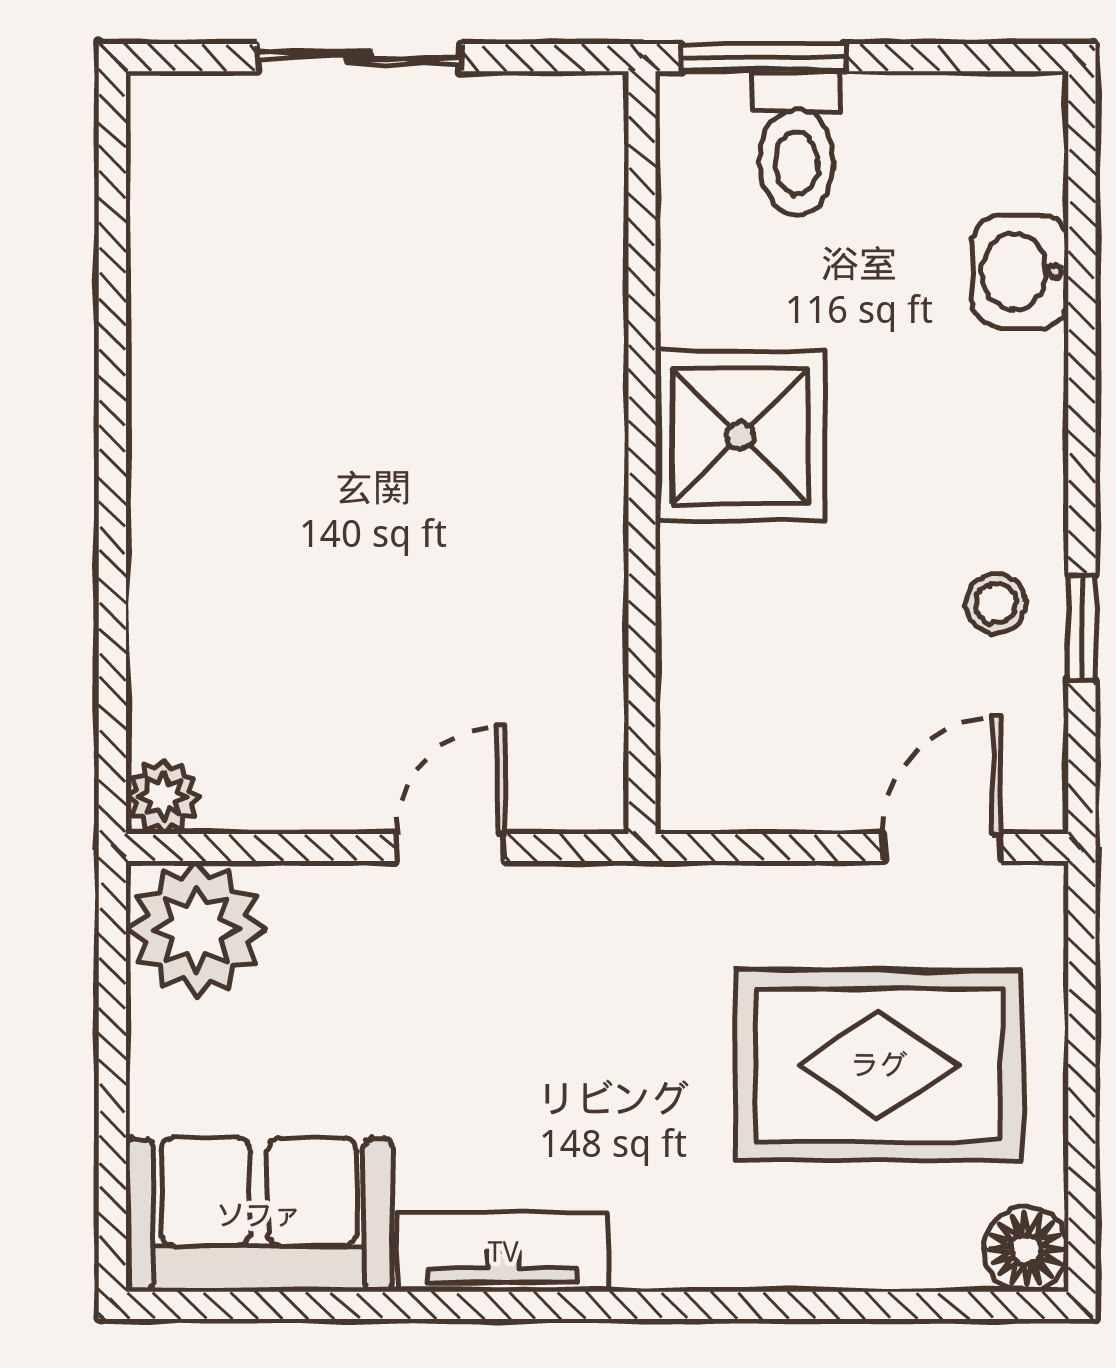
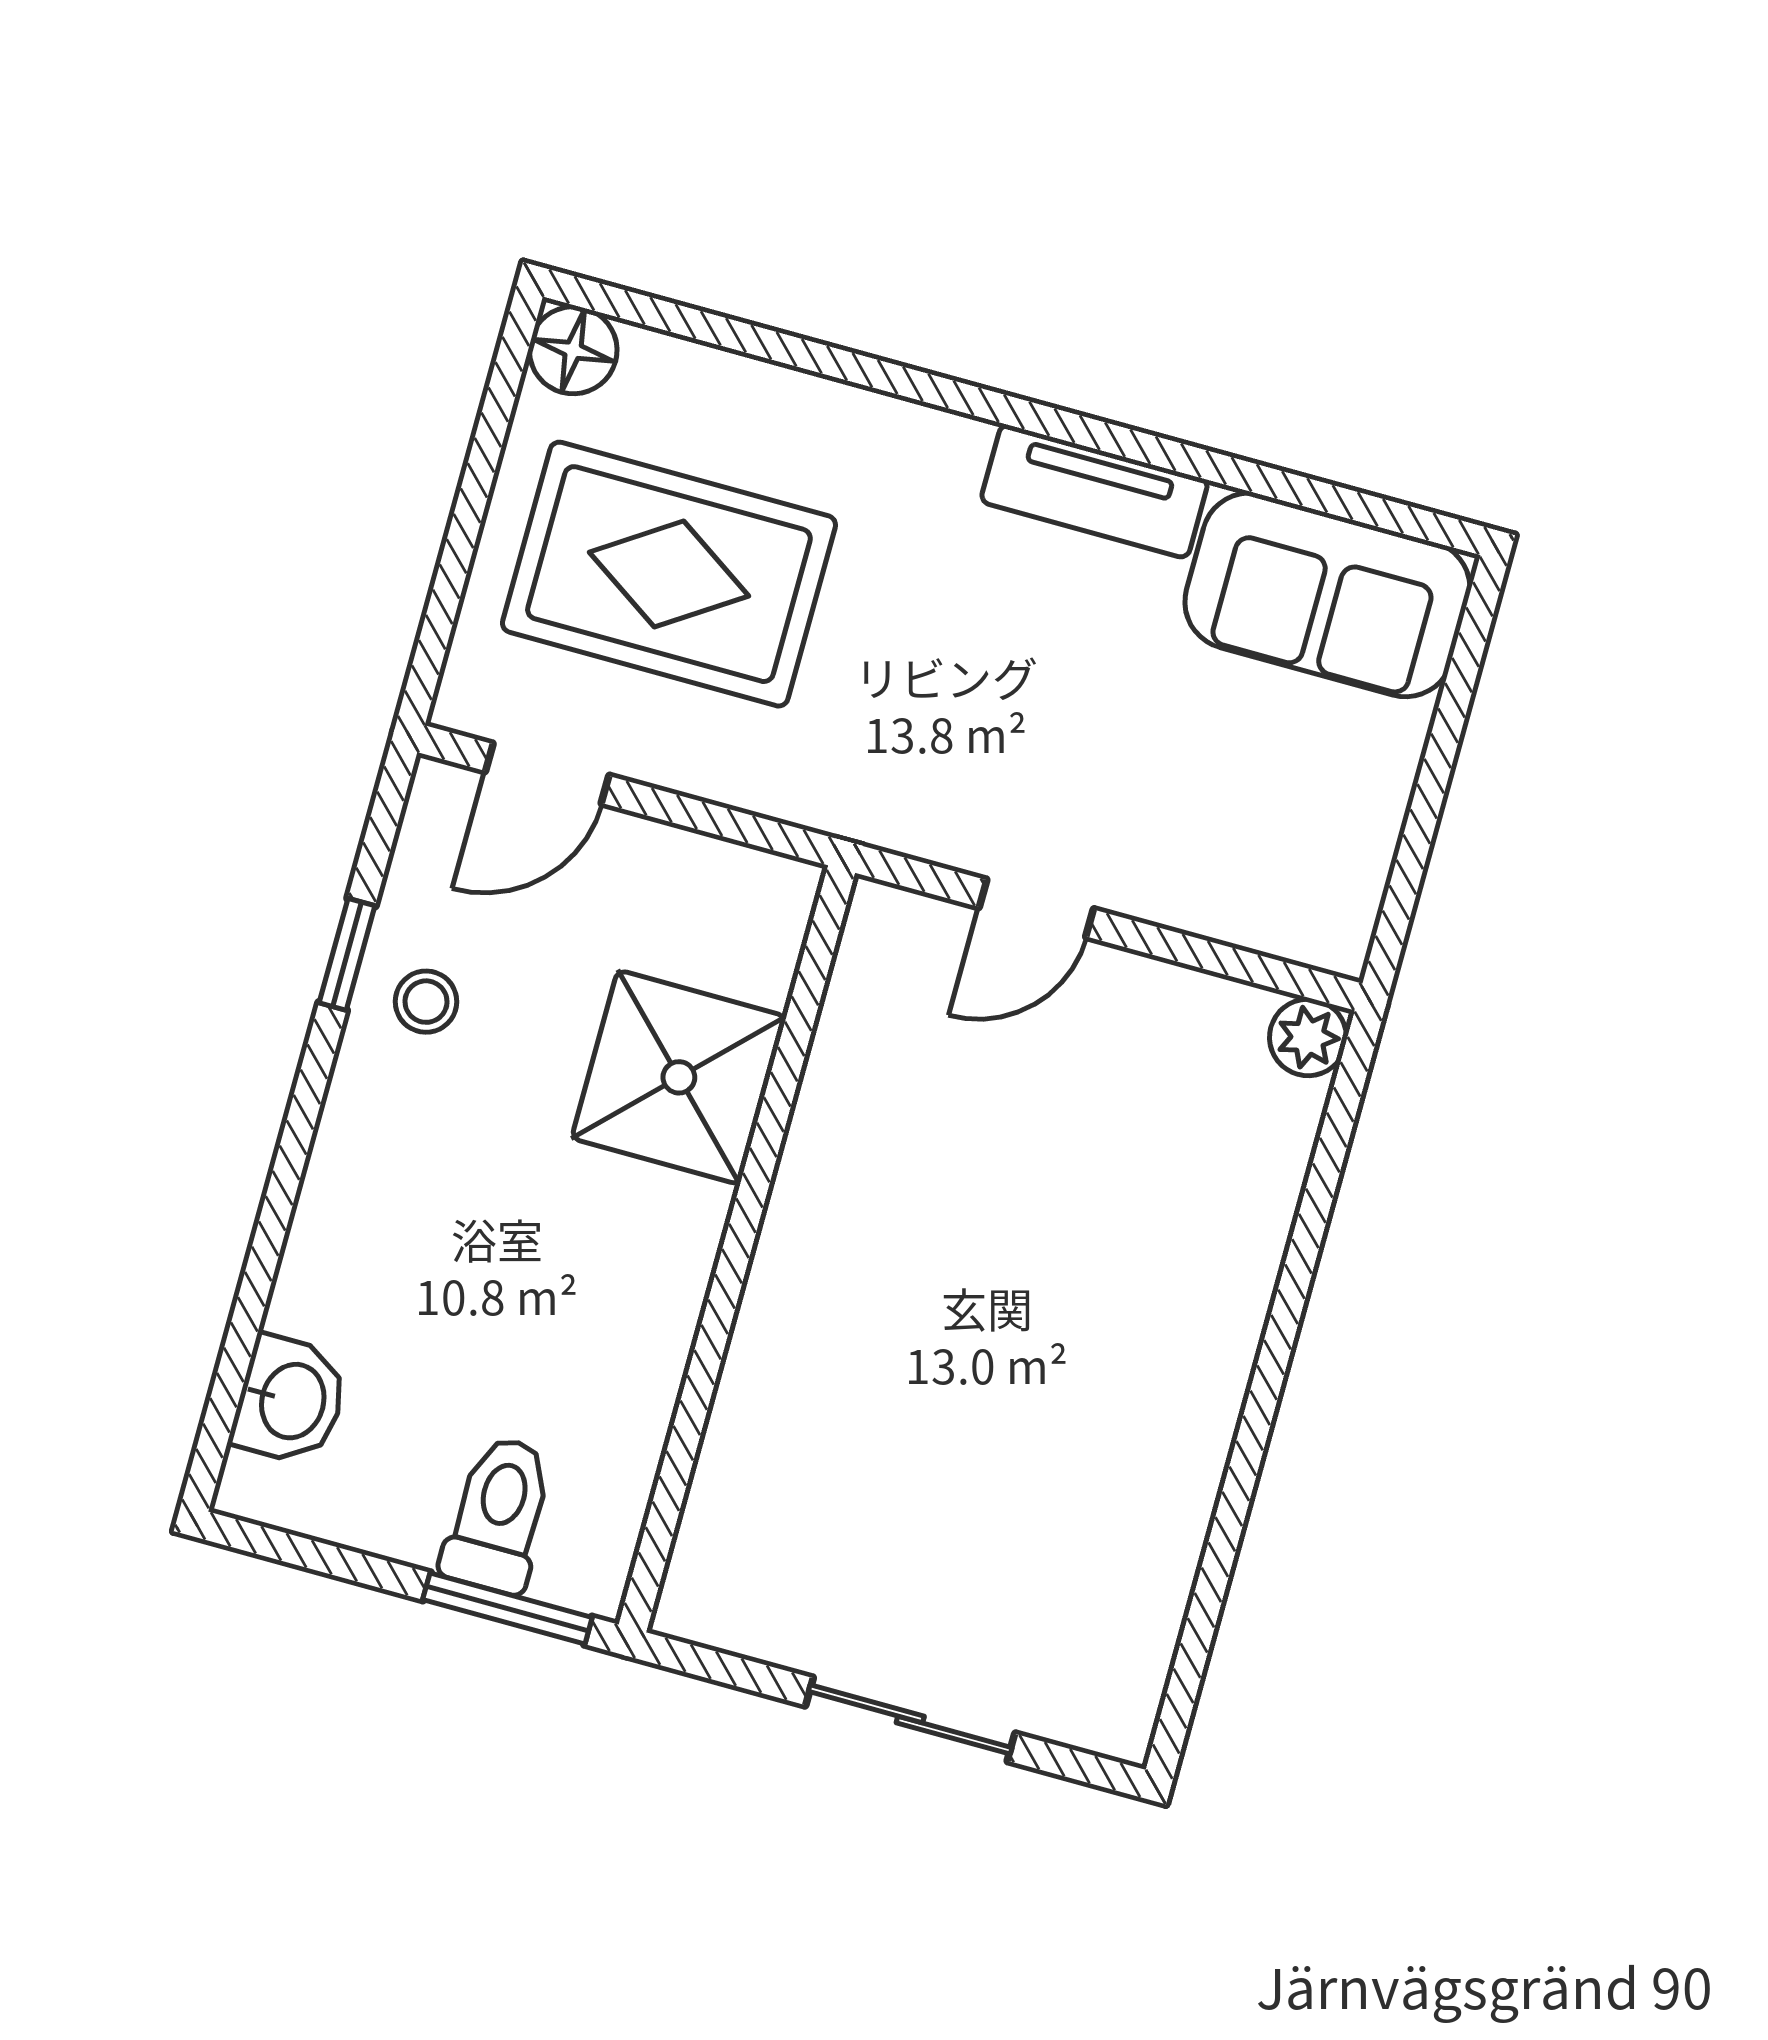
washbasin: (1020, 271) -> (290, 1400), moved
shower: (740, 436) -> (679, 1077), moved
plant: (196, 929) -> (1311, 897), removed

